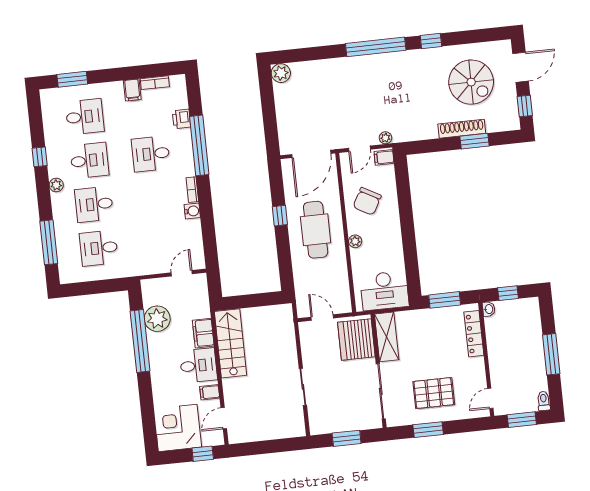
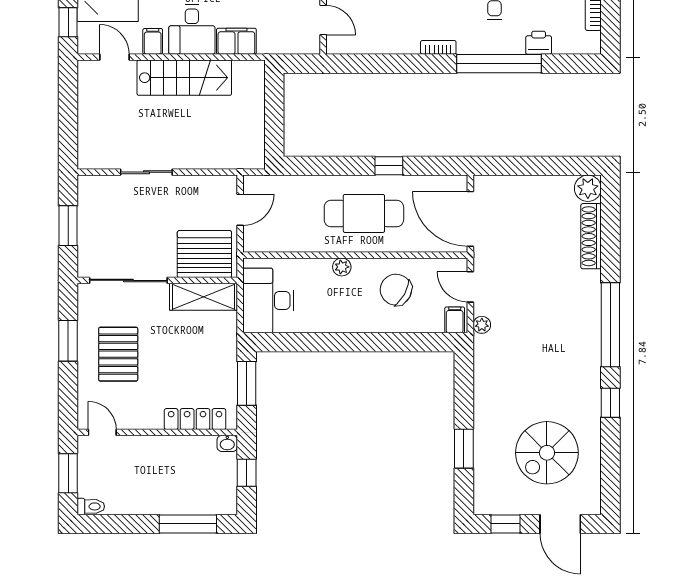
shoe rack: (462, 129) -> (591, 236), moved, turned 180
water cooler: (192, 211) -> (408, 44), removed
stairs: (231, 343) -> (184, 78), moved
window: (551, 354) -> (188, 524), moved

